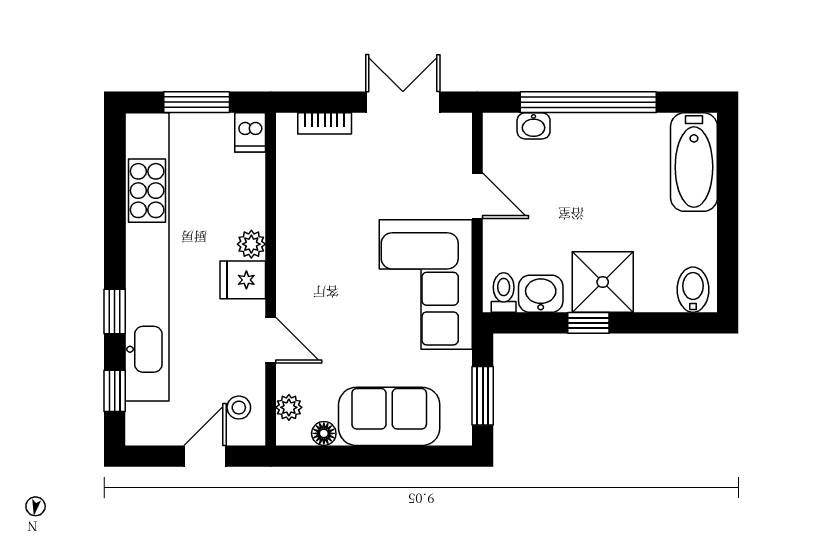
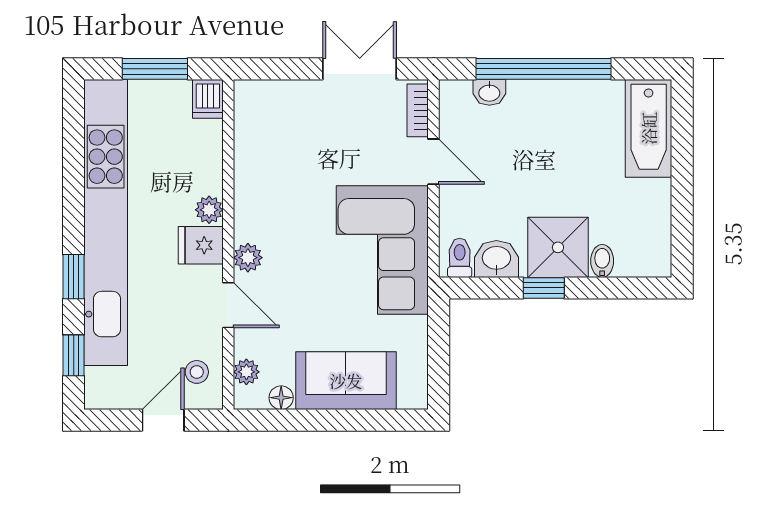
bookcase: (325, 123) -> (418, 110), moved, turned 90
bidet: (693, 290) -> (602, 261), moved, width x0.72, depth x0.74
plant: (290, 292) -> (248, 258), added
window: (483, 396) -> (439, 360), removed

